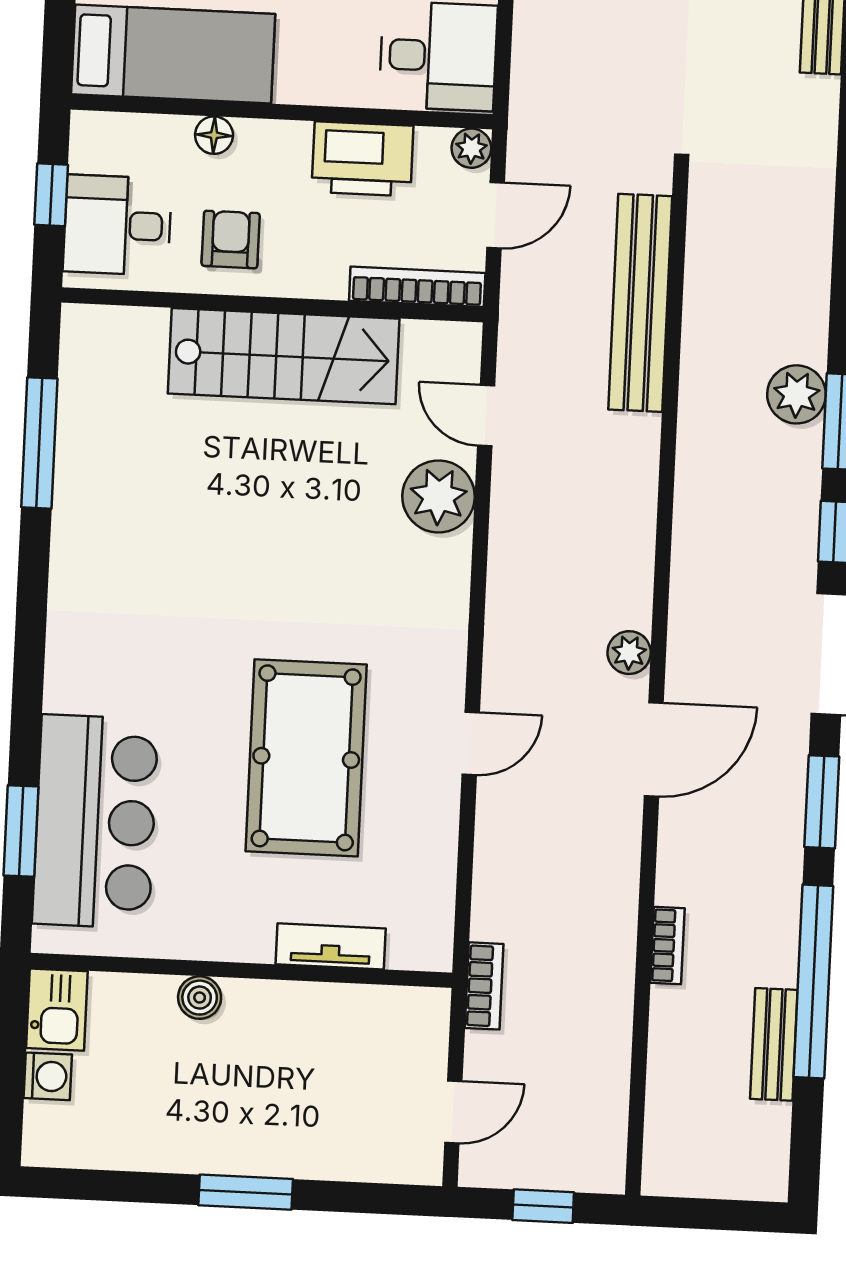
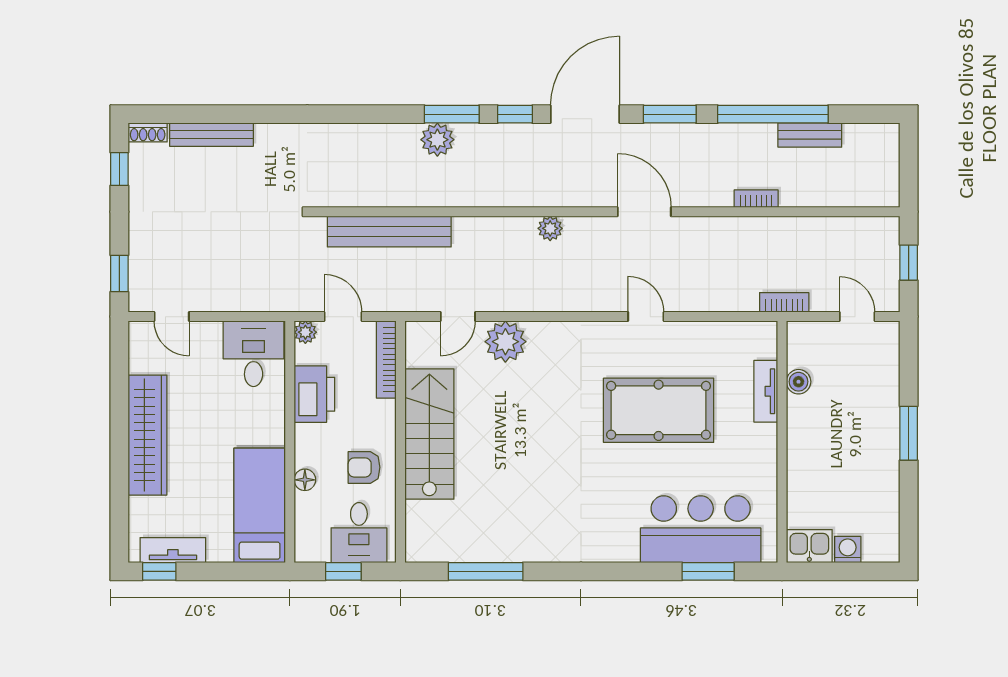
plant: (629, 653) -> (550, 228), moved
boiler: (200, 998) -> (799, 382), moved

